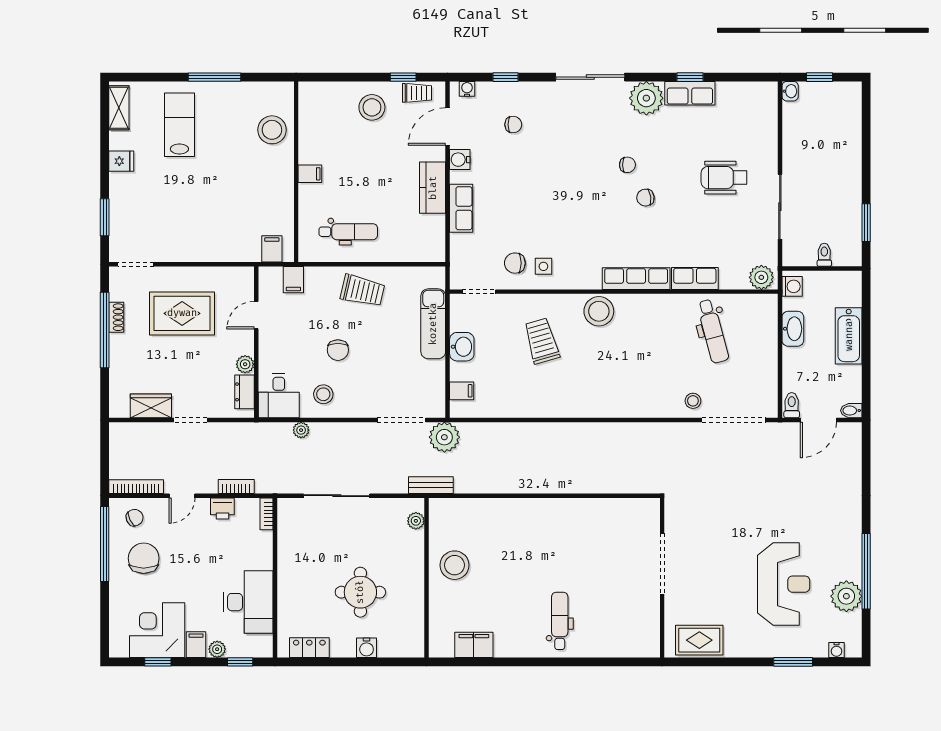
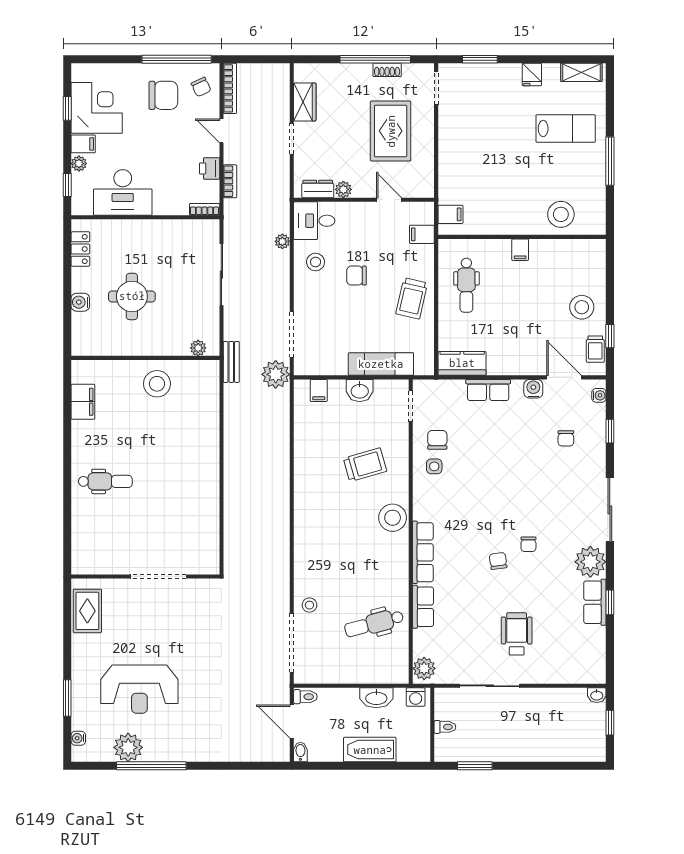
kitchen counter: (433, 188) -> (462, 363), moved

